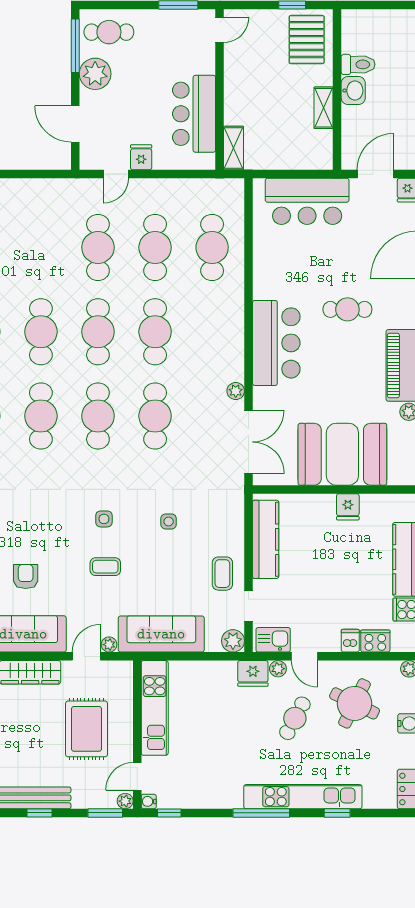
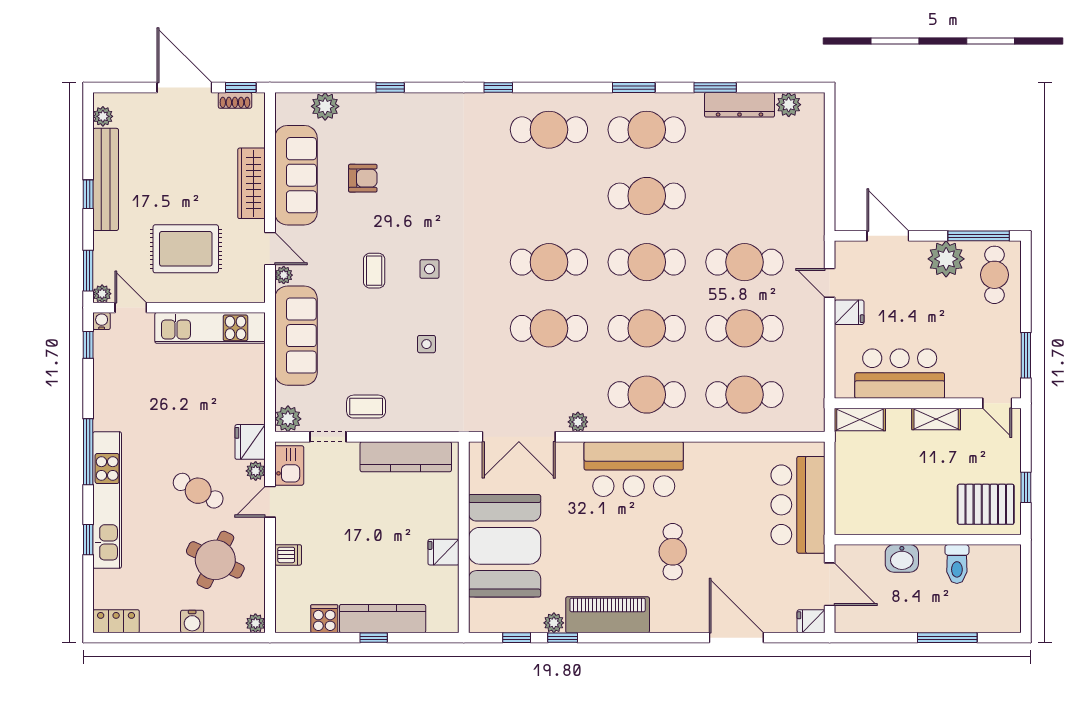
washbasin: (353, 91) -> (902, 558), moved
shelving: (324, 108) -> (936, 419), moved
door: (75, 124) -> (888, 236), hinge flipped
cafe table: (41, 416) -> (647, 395), moved
cooker: (375, 641) -> (288, 584), removed

